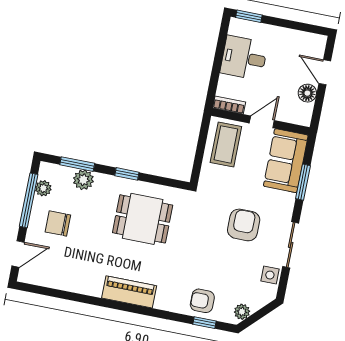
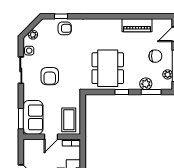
floor lamp: (307, 93) -> (28, 158), removed
window: (303, 182) -> (21, 119), moved
dining table: (143, 219) -> (108, 68), width x1.38
piano: (129, 292) -> (137, 25), moved
plant: (242, 312) -> (33, 35), moved

